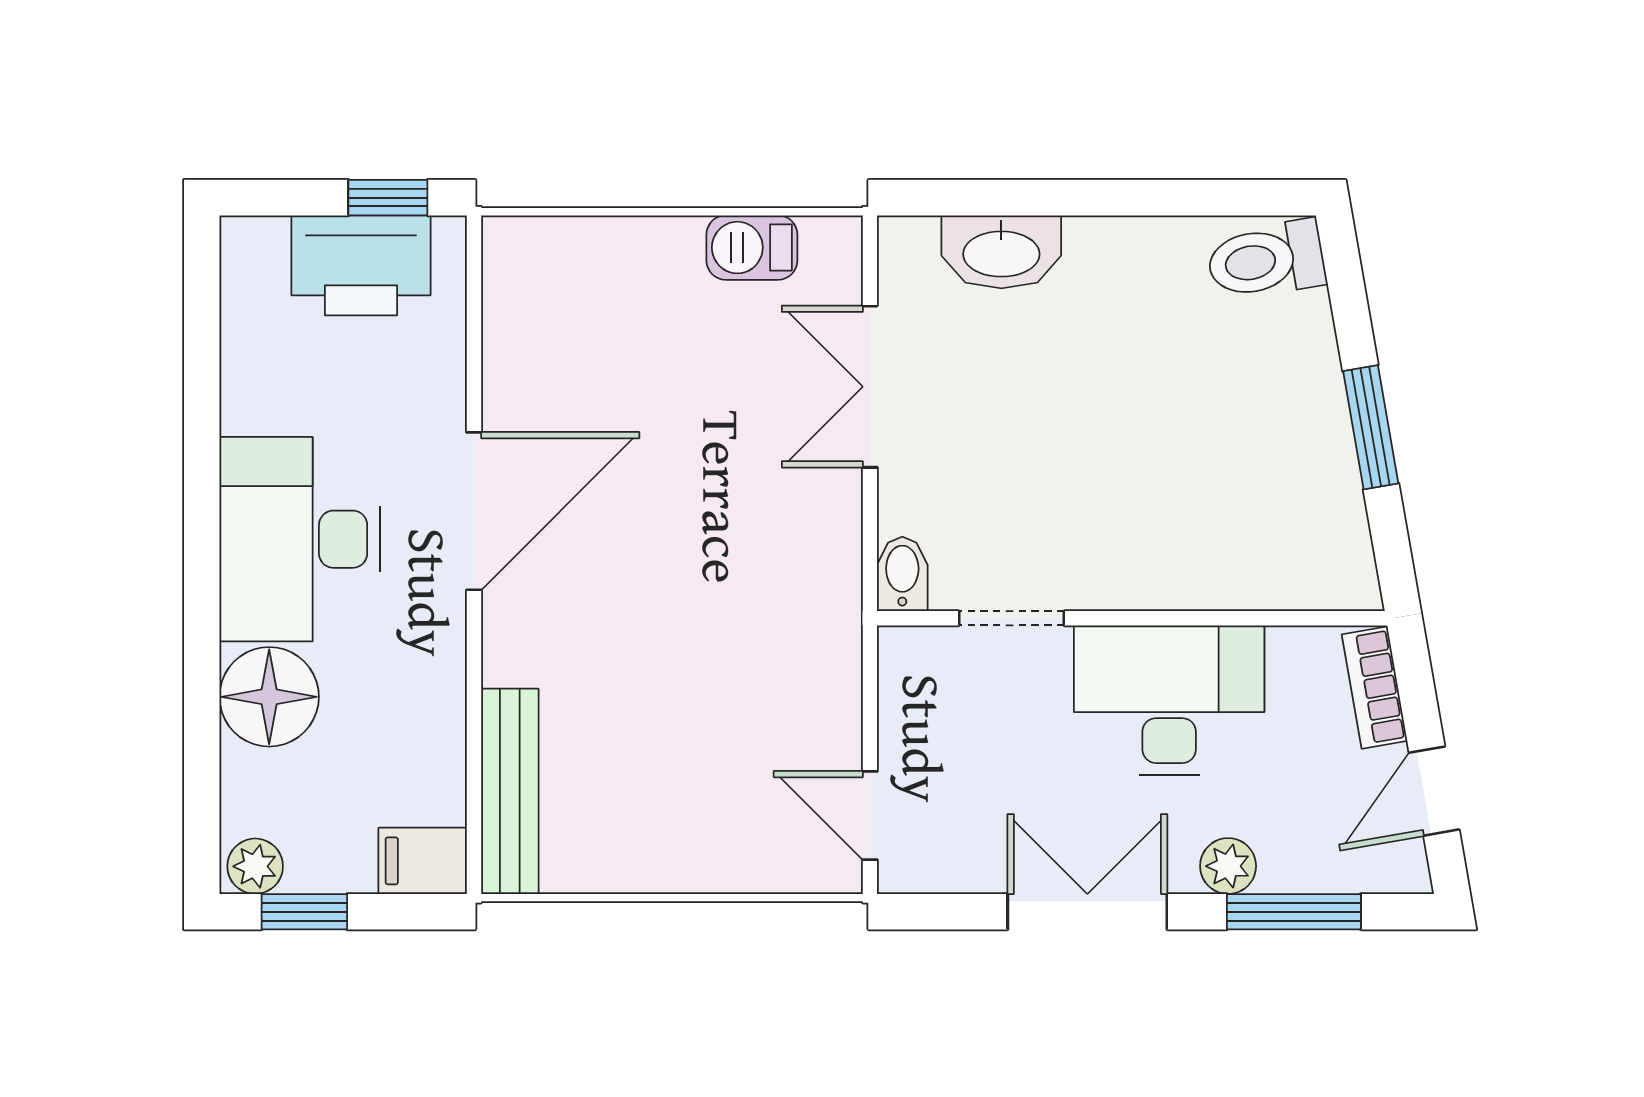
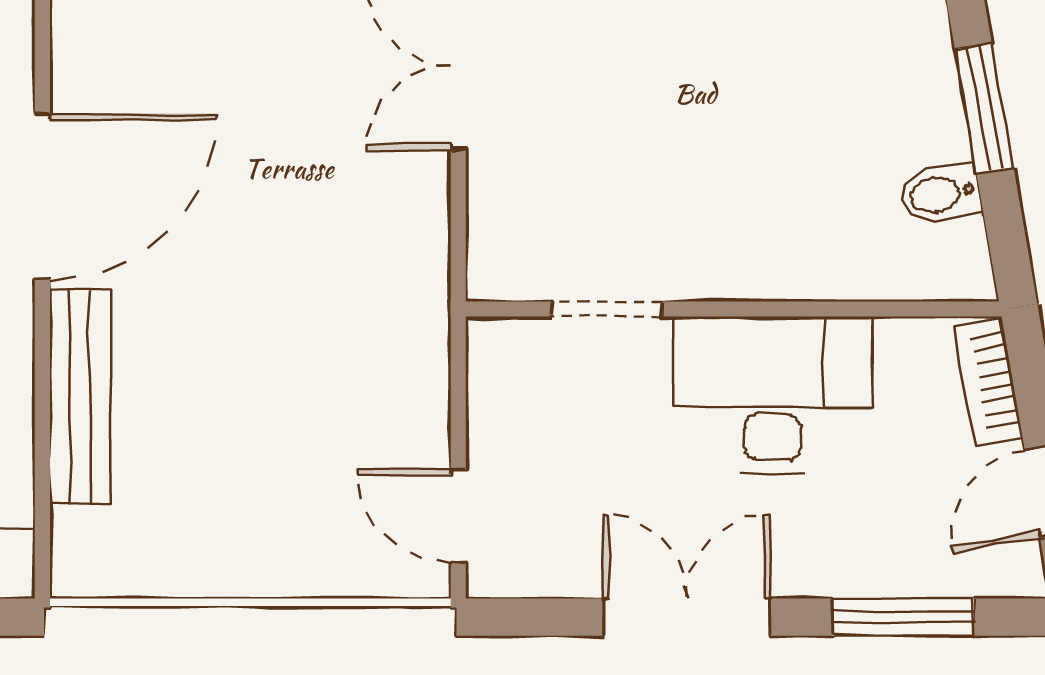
bidet: (902, 574) -> (940, 194), moved, turned -100
bench: (510, 791) -> (80, 397), moved
plant: (1228, 866) -> (834, 569), removed

